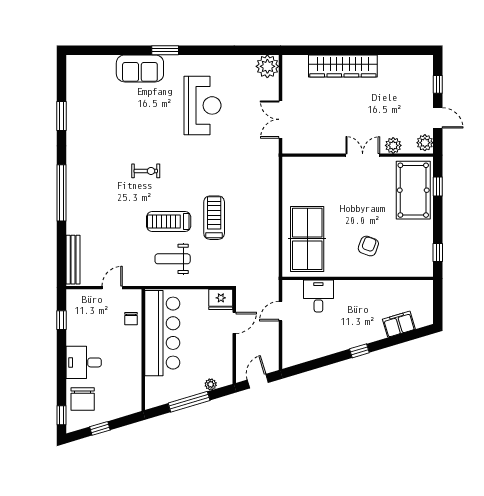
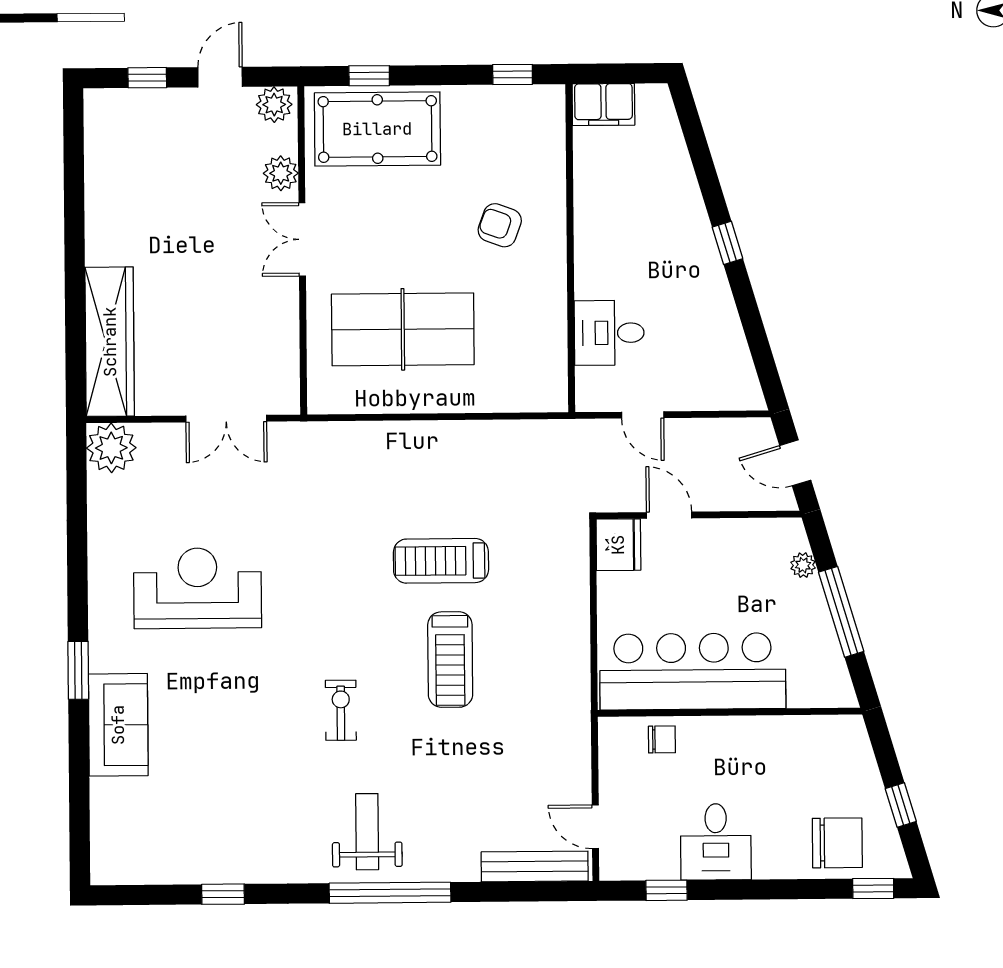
wardrobe: (343, 66) -> (110, 342), moved
window: (62, 116) -> (223, 894), width x0.67
table tennis table: (307, 239) -> (403, 329), moved
weight bench: (173, 259) -> (367, 832), moved, turned 180
door: (112, 288) -> (595, 827), moved
filing cabinet: (399, 324) -> (603, 105), moved, turned -73
desk: (84, 362) -> (716, 842), moved

